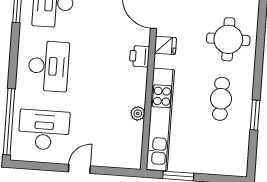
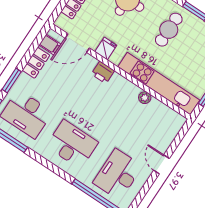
cafe table: (221, 99) -> (169, 30), turned 90

